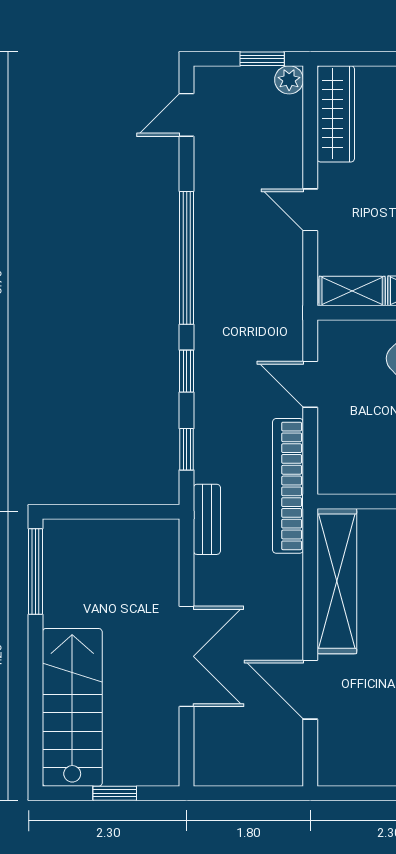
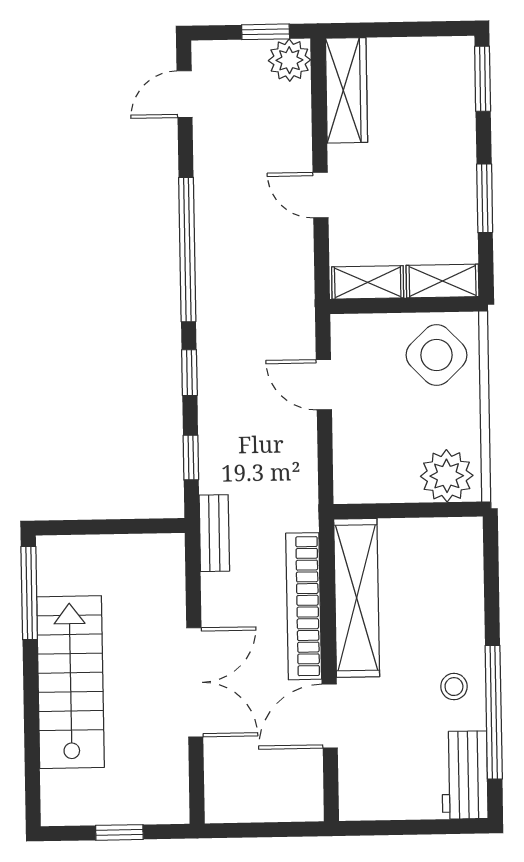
plant: (289, 80) -> (289, 60), width x1.38, depth x1.38
bookcase: (288, 486) -> (304, 606), moved
door: (310, 690) -> (330, 716), hinge flipped
stairs: (72, 707) -> (71, 682), moved

